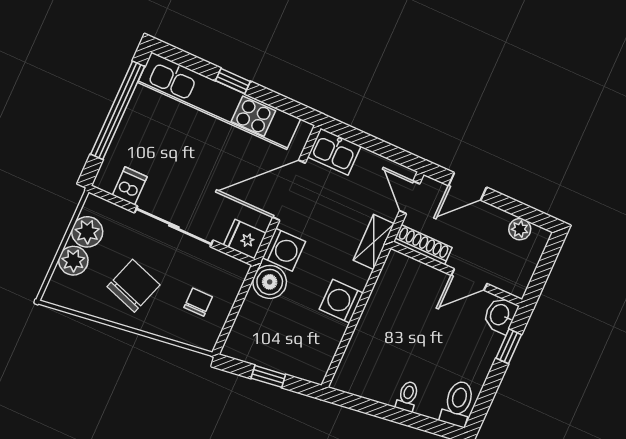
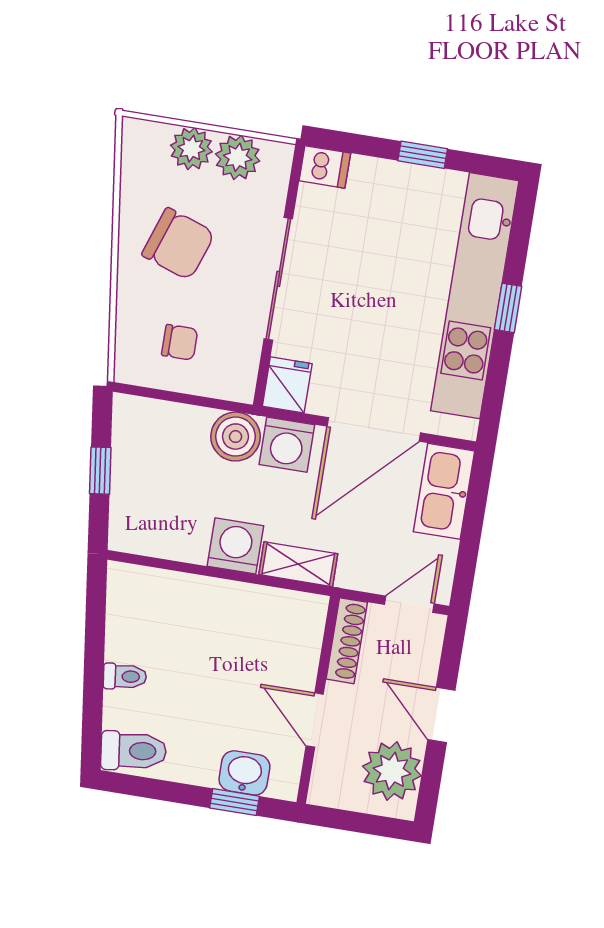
window: (118, 110) -> (423, 155), width x0.32
kitchen sink: (334, 152) -> (444, 491), width x1.38
dishwasher: (130, 186) -> (325, 167), moved
door: (467, 186) -> (441, 715), moved
door: (289, 190) -> (374, 429), swing flipped
plant: (520, 229) -> (392, 771), width x1.88, depth x1.88
shelving: (374, 242) -> (298, 564), moved
washbasin: (500, 315) -> (244, 773), moved

